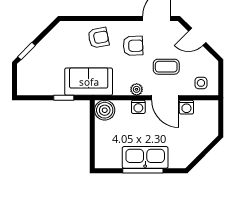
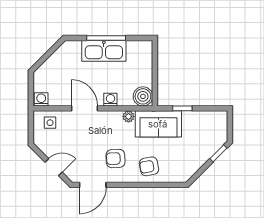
coffee table: (166, 67) -> (84, 138), removed
plant: (137, 89) -> (128, 116), moved
washing machine: (186, 107) -> (41, 99), moved

